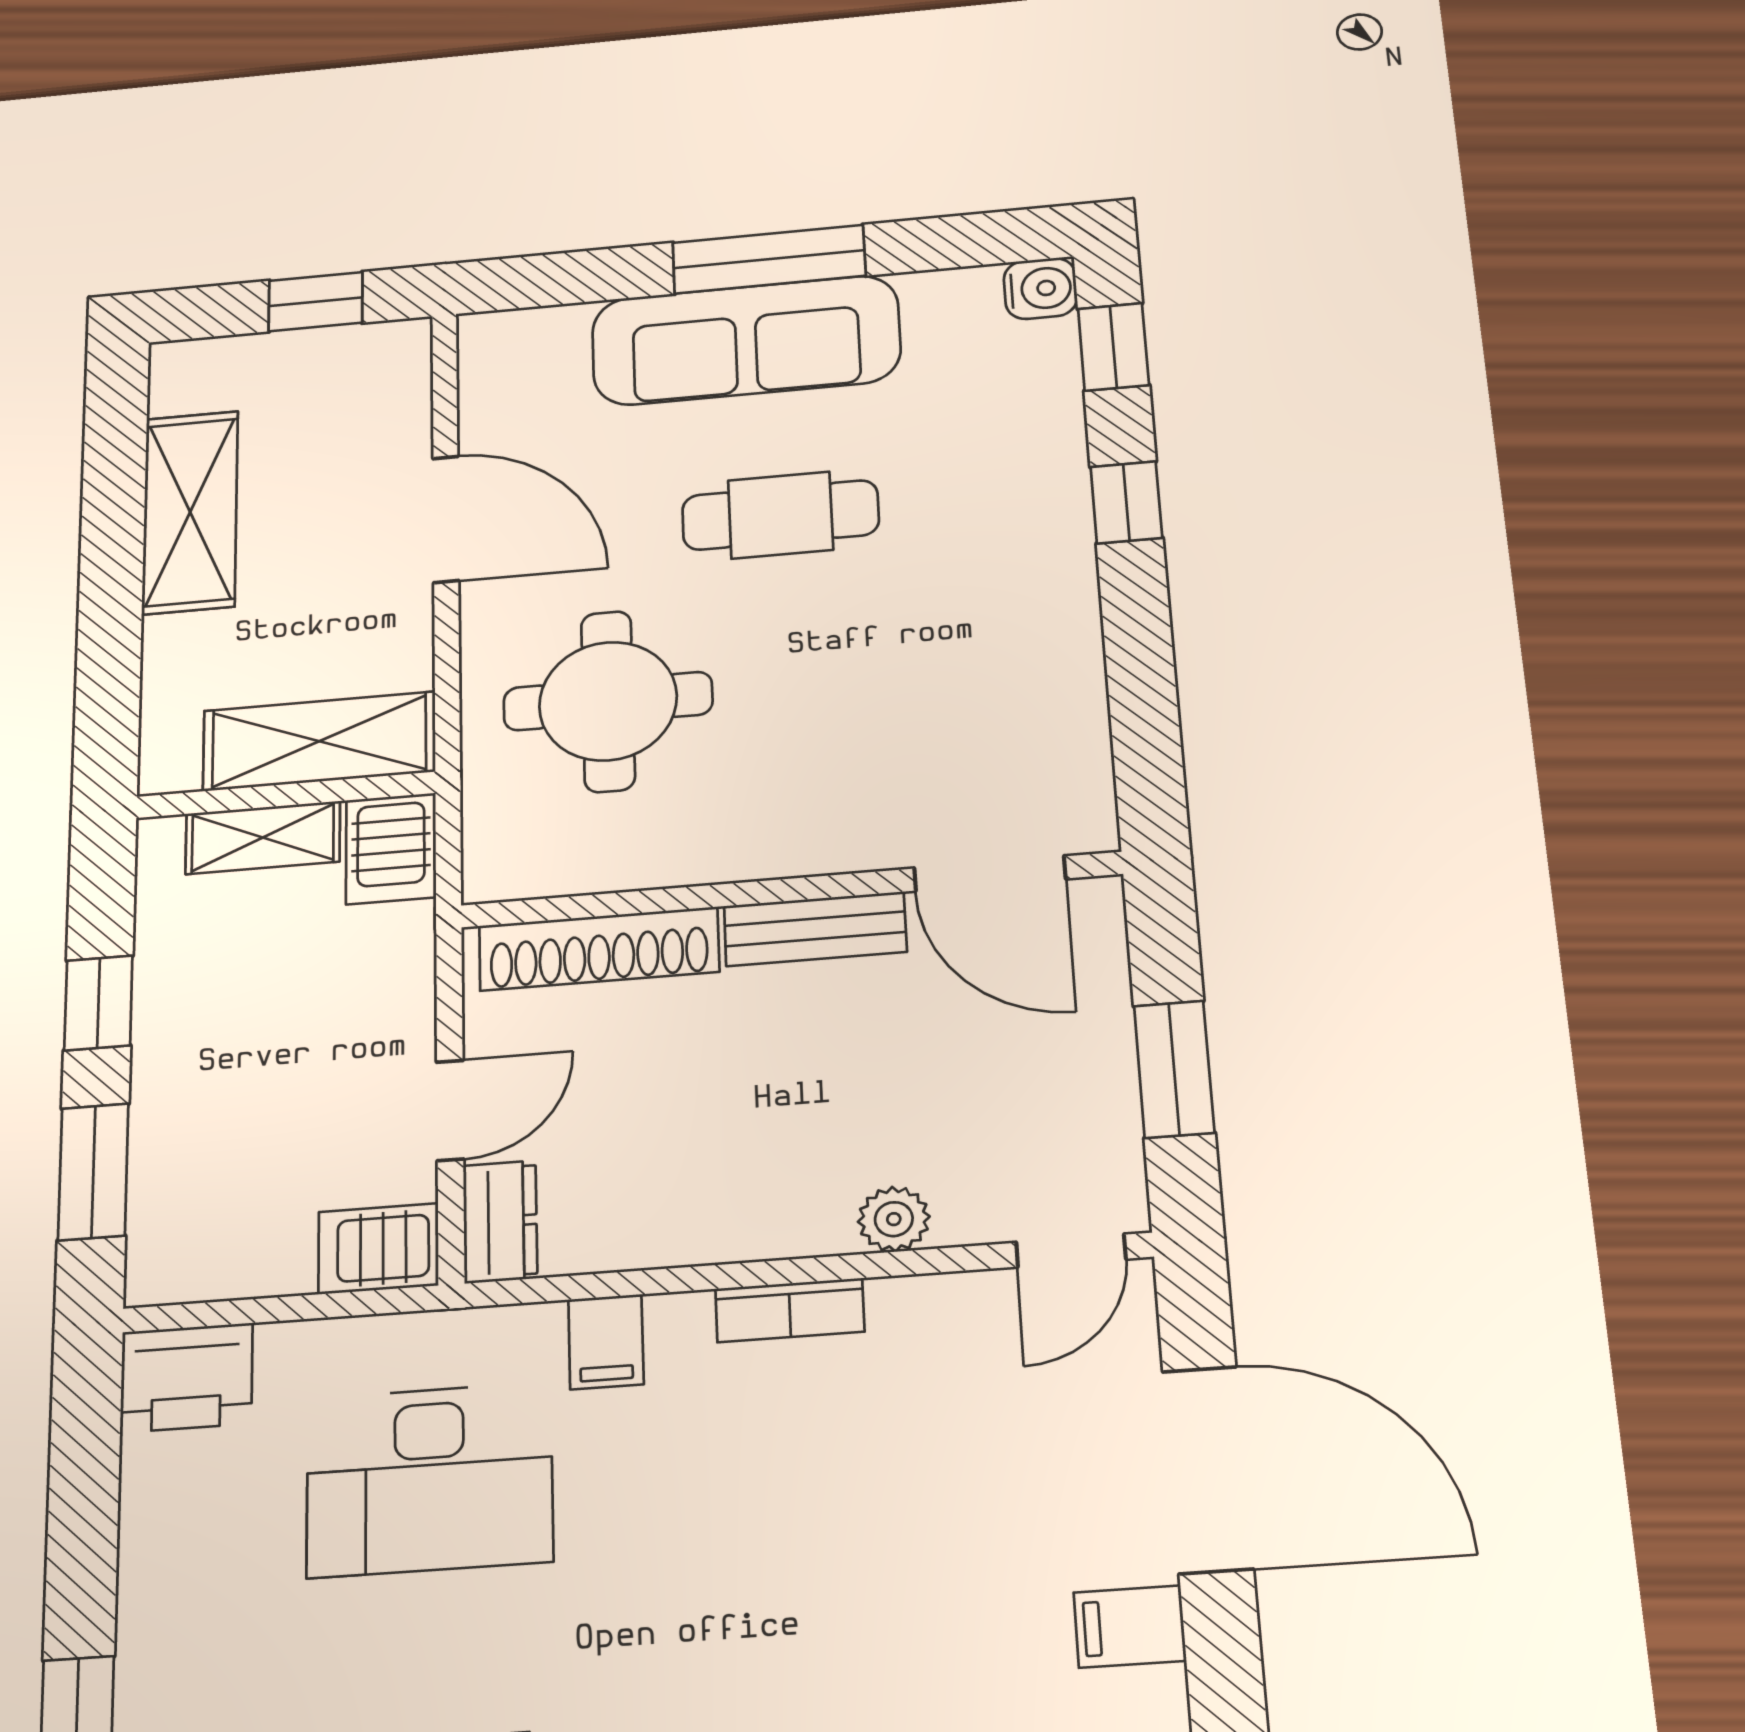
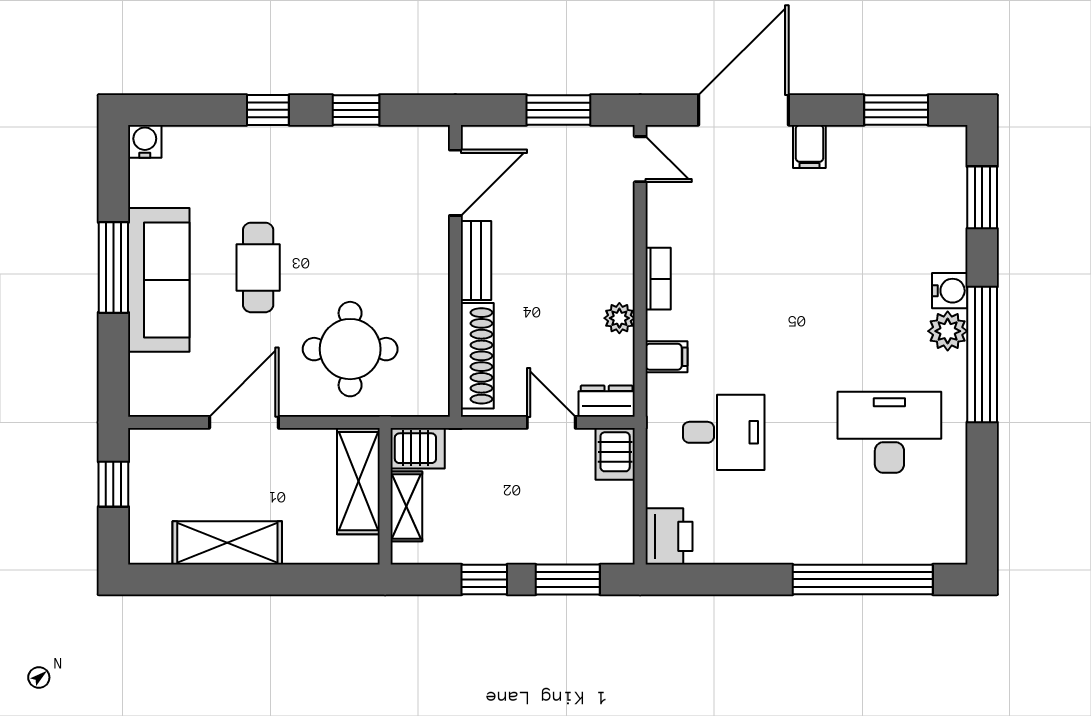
window: (1113, 347) -> (356, 110), moved
plant: (894, 1219) -> (619, 318), moved
desk: (429, 1479) -> (724, 432), width x0.73

